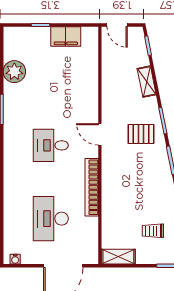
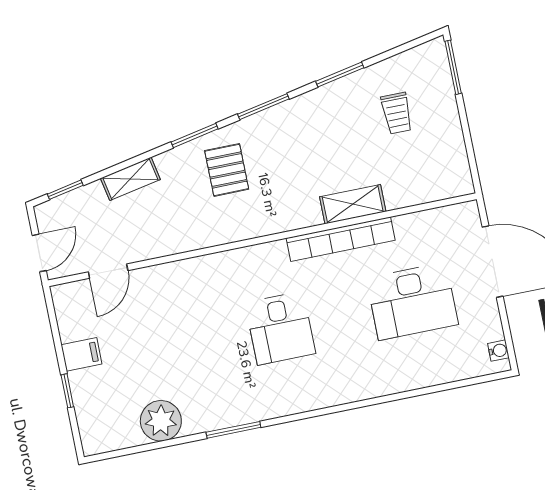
filing cabinet: (66, 36) -> (81, 354), width x0.50
door: (100, 134) -> (108, 271), moved
shelving: (118, 257) -> (353, 204), moved, turned 90

